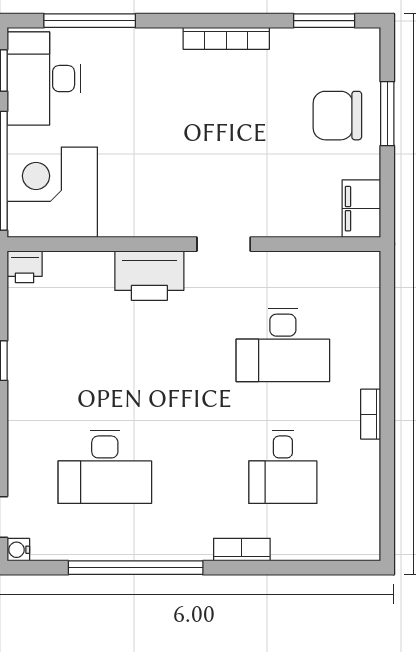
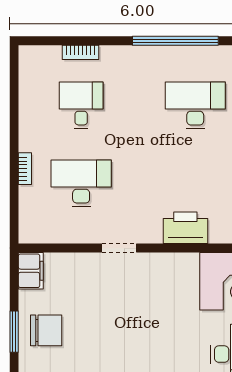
printer: (149, 276) -> (185, 228), moved
bookcase: (371, 414) -> (25, 169), moved
bookcase: (242, 550) -> (80, 52), moved

